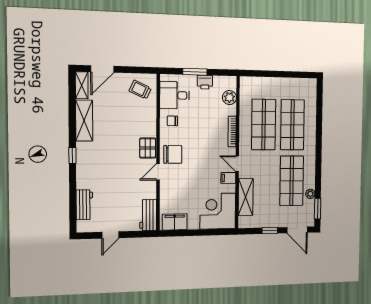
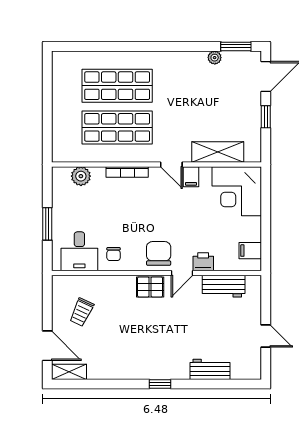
printer: (205, 82) -> (203, 262), moved, turned -90
trolley: (140, 90) -> (82, 312), moved
shelving: (84, 121) -> (114, 369), removed
door: (237, 164) -> (171, 164), hinge flipped
door: (158, 172) -> (182, 273), hinge flipped
shop shelf: (292, 181) -> (196, 86), removed
workbench: (84, 205) -> (210, 369), moved
workbench: (148, 215) -> (224, 286), moved
filing cabinet: (175, 222) -> (250, 251), width x0.50

